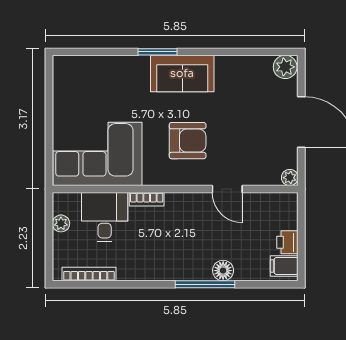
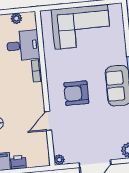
armchair: (188, 141) -> (76, 93), turned 90
corner sofa: (97, 154) -> (81, 27), moved, turned 90

